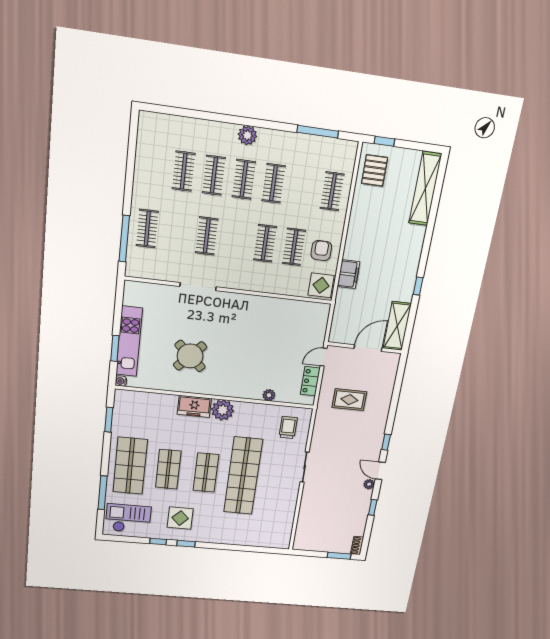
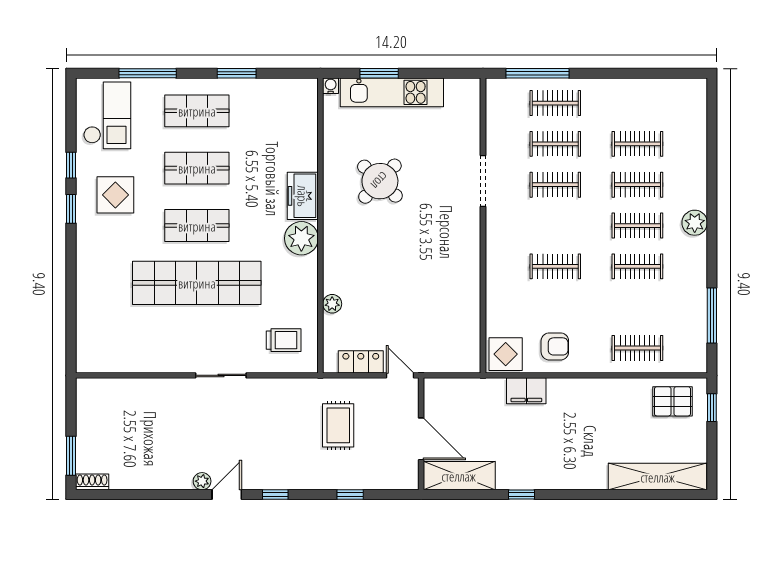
clothes rail: (294, 247) -> (555, 144), moved
window: (109, 420) -> (237, 73), moved
shop shelf: (130, 466) -> (197, 111), width x0.70, depth x0.74
window: (373, 507) -> (350, 494), moved

